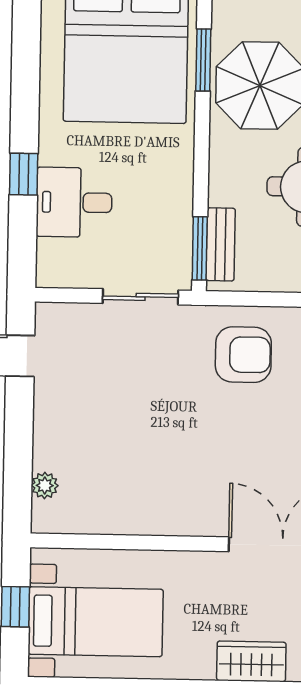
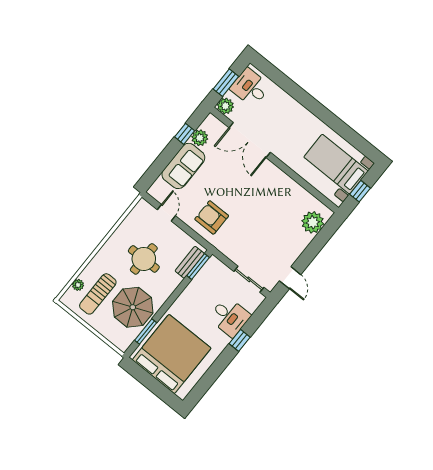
sliding door: (141, 297) -> (249, 279), moved
plant: (45, 485) -> (313, 222), width x1.88, depth x1.88
wardrobe: (251, 661) -> (292, 108), removed

